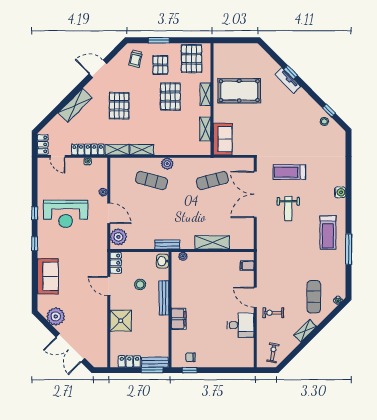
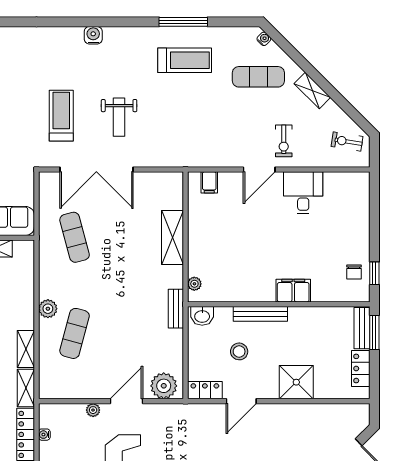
treadmill: (289, 172) -> (61, 116), turned 180
weight bench: (288, 209) -> (119, 117), turned 90
treadmill: (328, 232) -> (185, 60), moved

